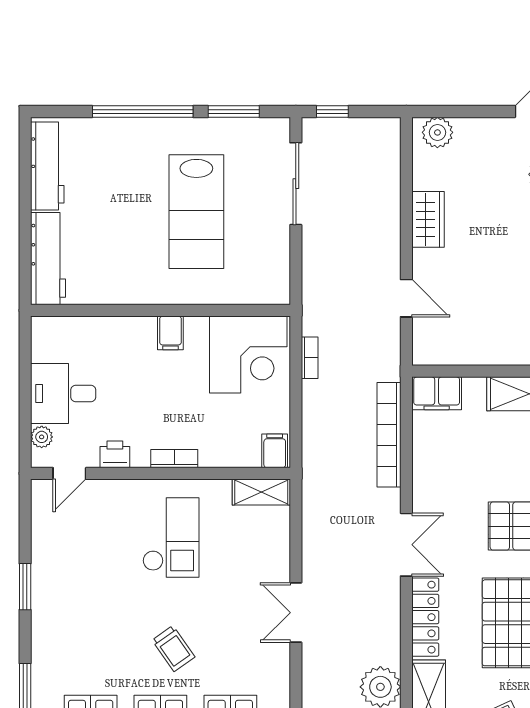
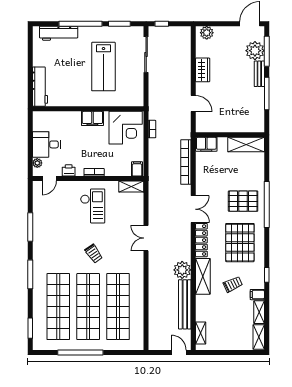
workbench: (47, 166) -> (59, 33), moved, turned 90
filing cabinet: (170, 333) -> (92, 118), width x2.00
window: (25, 587) -> (30, 227), width x1.44

